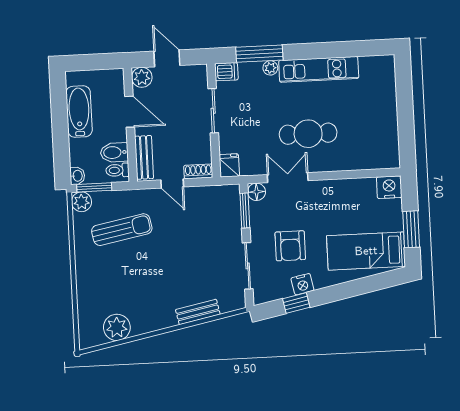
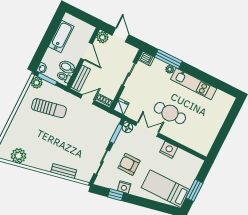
door: (172, 183) -> (87, 99), swing flipped
nightstand: (389, 187) -> (169, 150), moved
armchair: (290, 246) -> (129, 164), turned 90

